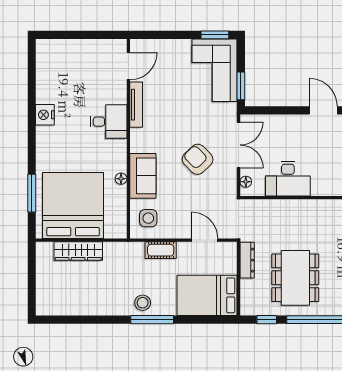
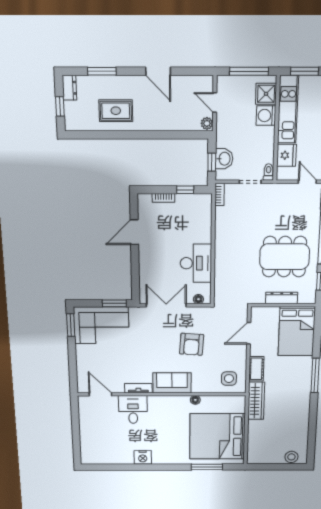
tv unit: (136, 105) -> (138, 388), width x0.71
desk: (109, 122) -> (133, 409), moved
armchair: (198, 159) -> (192, 344), moved, turned -42
sofa: (143, 176) -> (172, 383), moved
wardrobe: (78, 251) -> (256, 401), moved
dresser: (247, 260) -> (282, 298), moved
stool: (143, 303) -> (291, 457), moved

